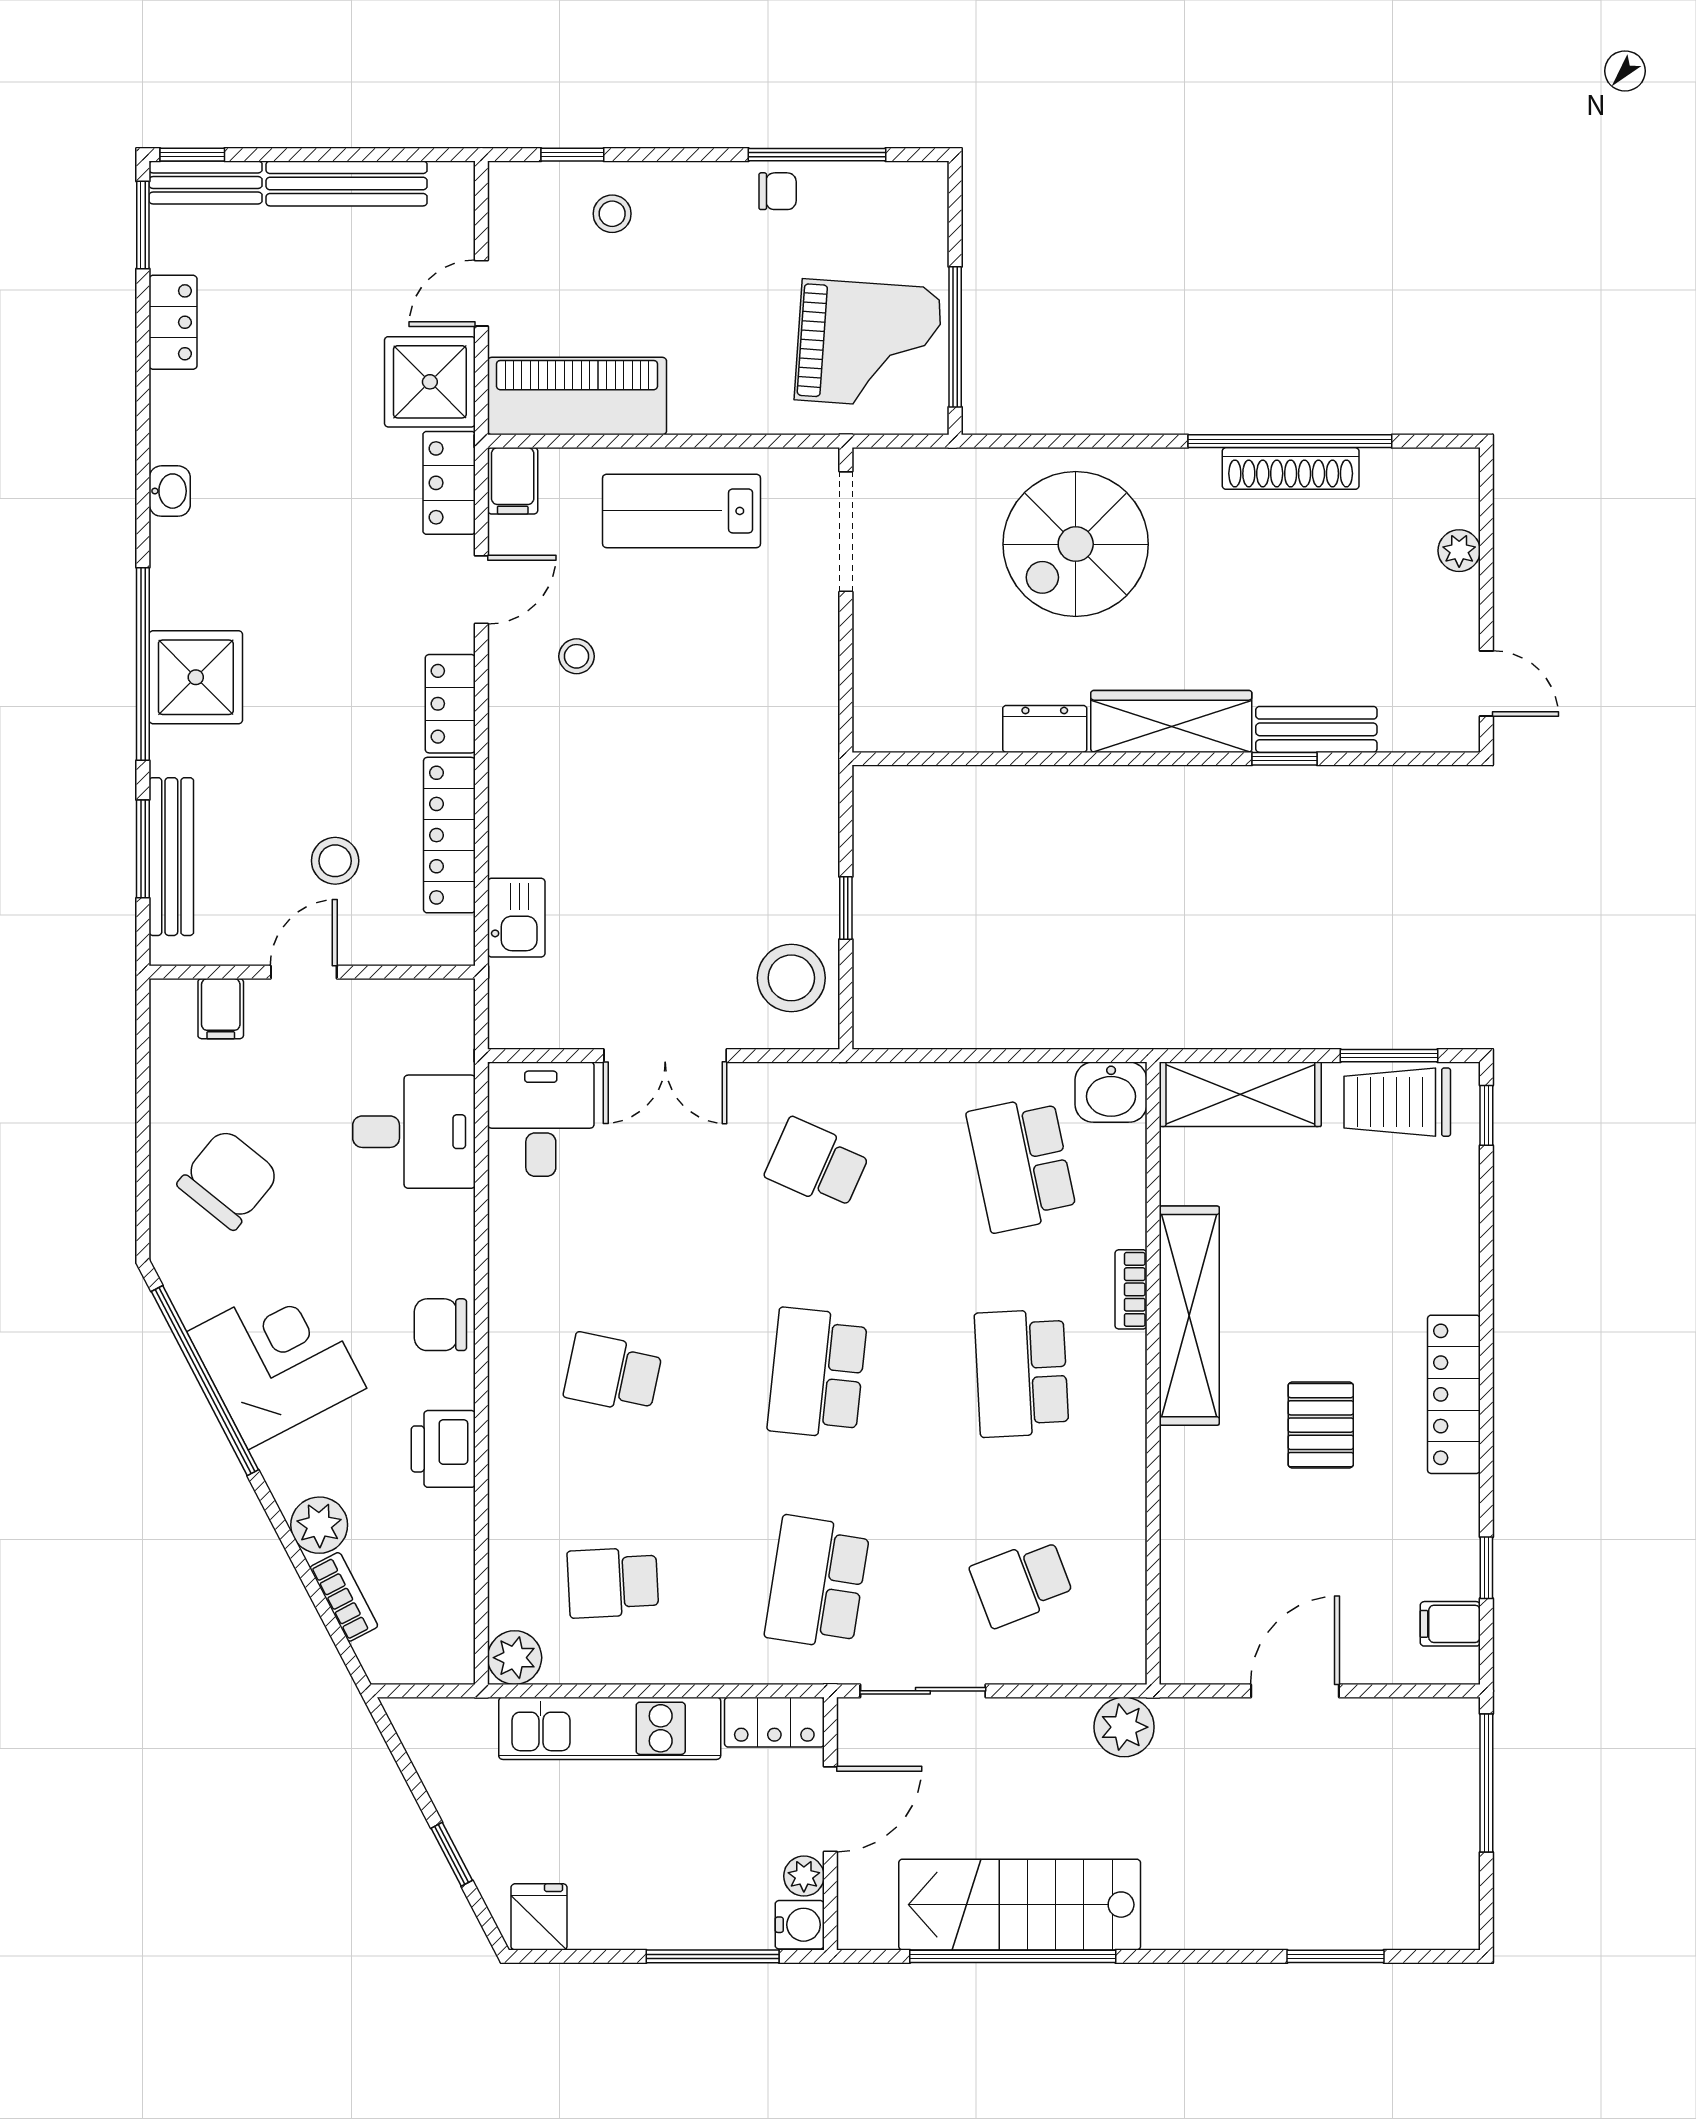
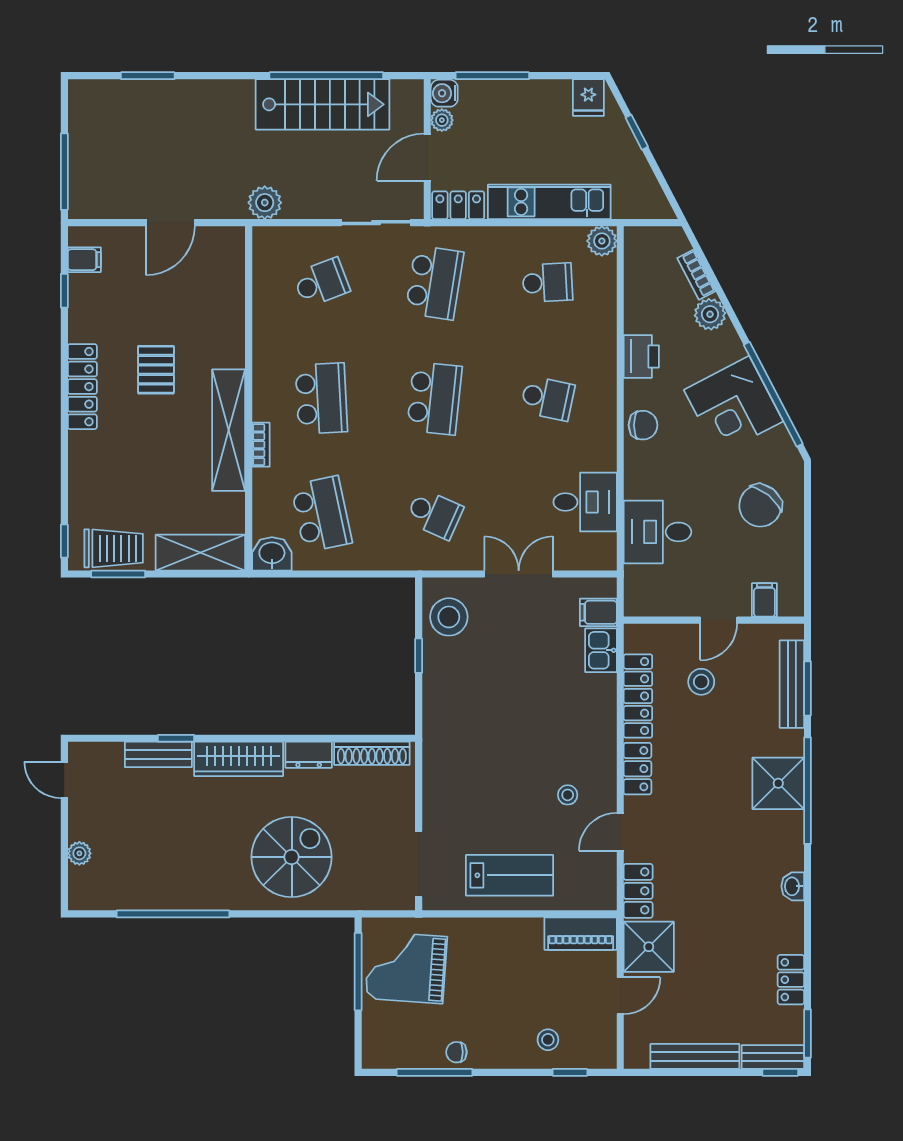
piano: (577, 396) -> (581, 934), width x0.73, depth x0.75
shoe rack: (1291, 468) -> (372, 753), moved, turned 180
filing cabinet: (513, 481) -> (598, 612), moved, turned -90
desk: (541, 1119) -> (585, 502), moved, turned -90

